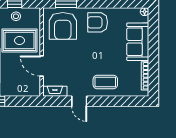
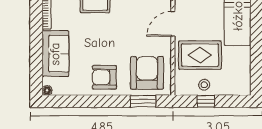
armchair: (98, 22) -> (104, 77), turned 180
door: (42, 66) -> (173, 24), swing flipped

